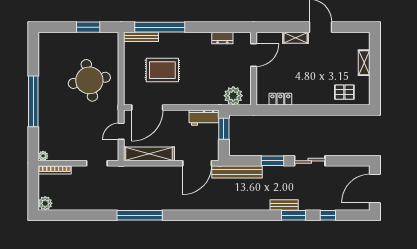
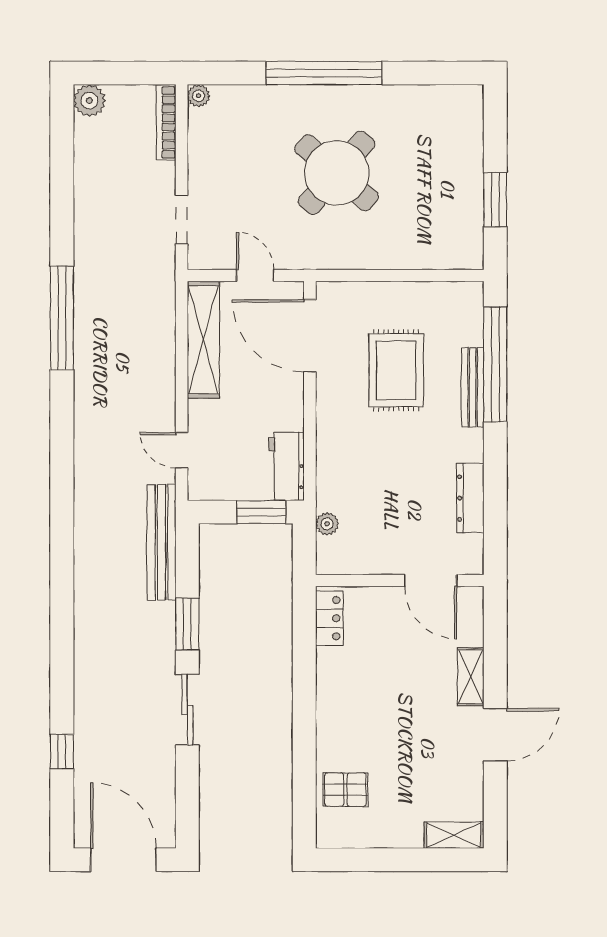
bench: (141, 37) -> (473, 387), moved
dresser: (222, 38) -> (470, 498), width x1.44
shelving: (364, 63) -> (454, 835), moved
round table: (89, 80) -> (337, 173), moved, turned -38
pallet: (344, 92) -> (345, 790), turned 90
plant: (233, 96) -> (327, 524), width x0.53, depth x0.53
locker: (280, 99) -> (329, 618), moved
door: (197, 163) -> (182, 450), width x0.53
bench: (284, 205) -> (86, 651), removed
window: (293, 215) -> (62, 672), removed

